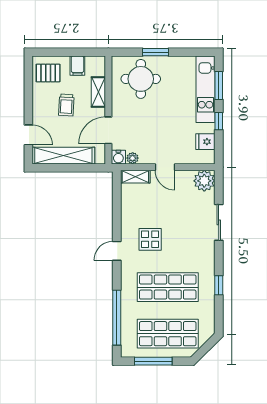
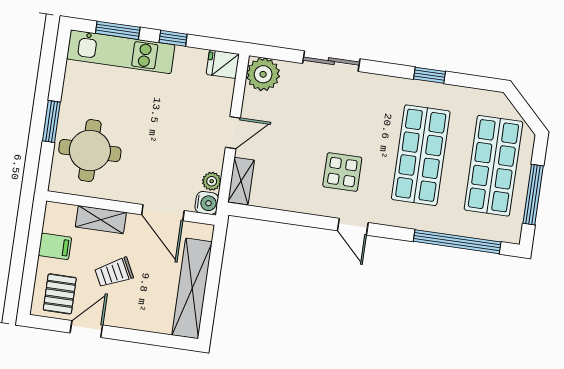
trolley: (66, 105) -> (114, 273), turned 150
door: (28, 135) -> (86, 329), moved
fridge: (205, 142) -> (223, 64), moved, turned 90

